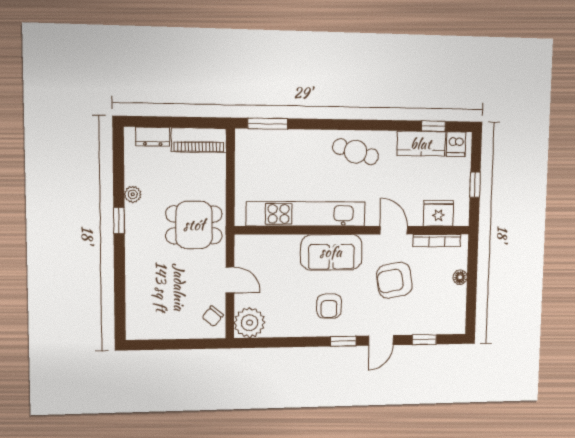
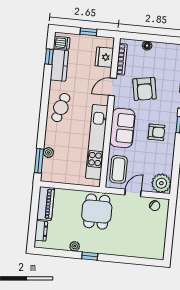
plant: (283, 138) -> (48, 152), added
coffee table: (265, 253) -> (119, 169), added

